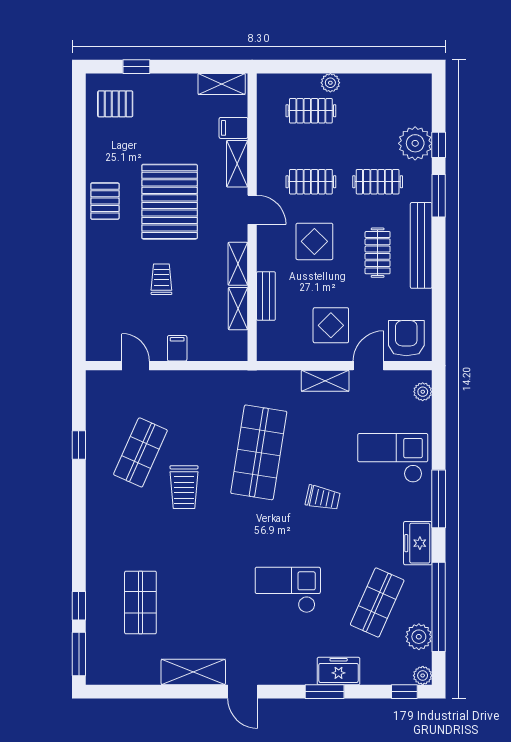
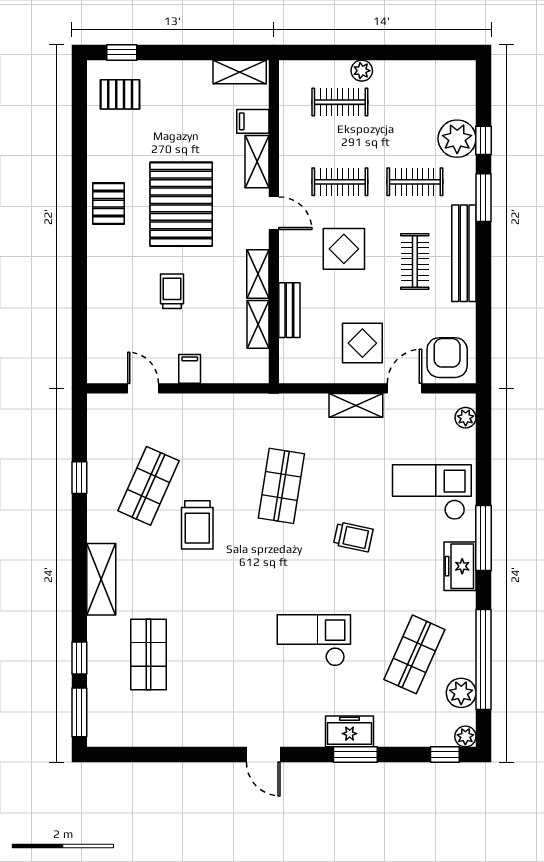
window: (136, 67) -> (122, 52), moved
shop shelf: (259, 452) -> (281, 486), width x0.70, depth x0.74
freezer: (418, 543) -> (460, 566), moved
freezer: (339, 671) -> (350, 731), moved
shelving: (193, 672) -> (101, 579), moved, turned 90

